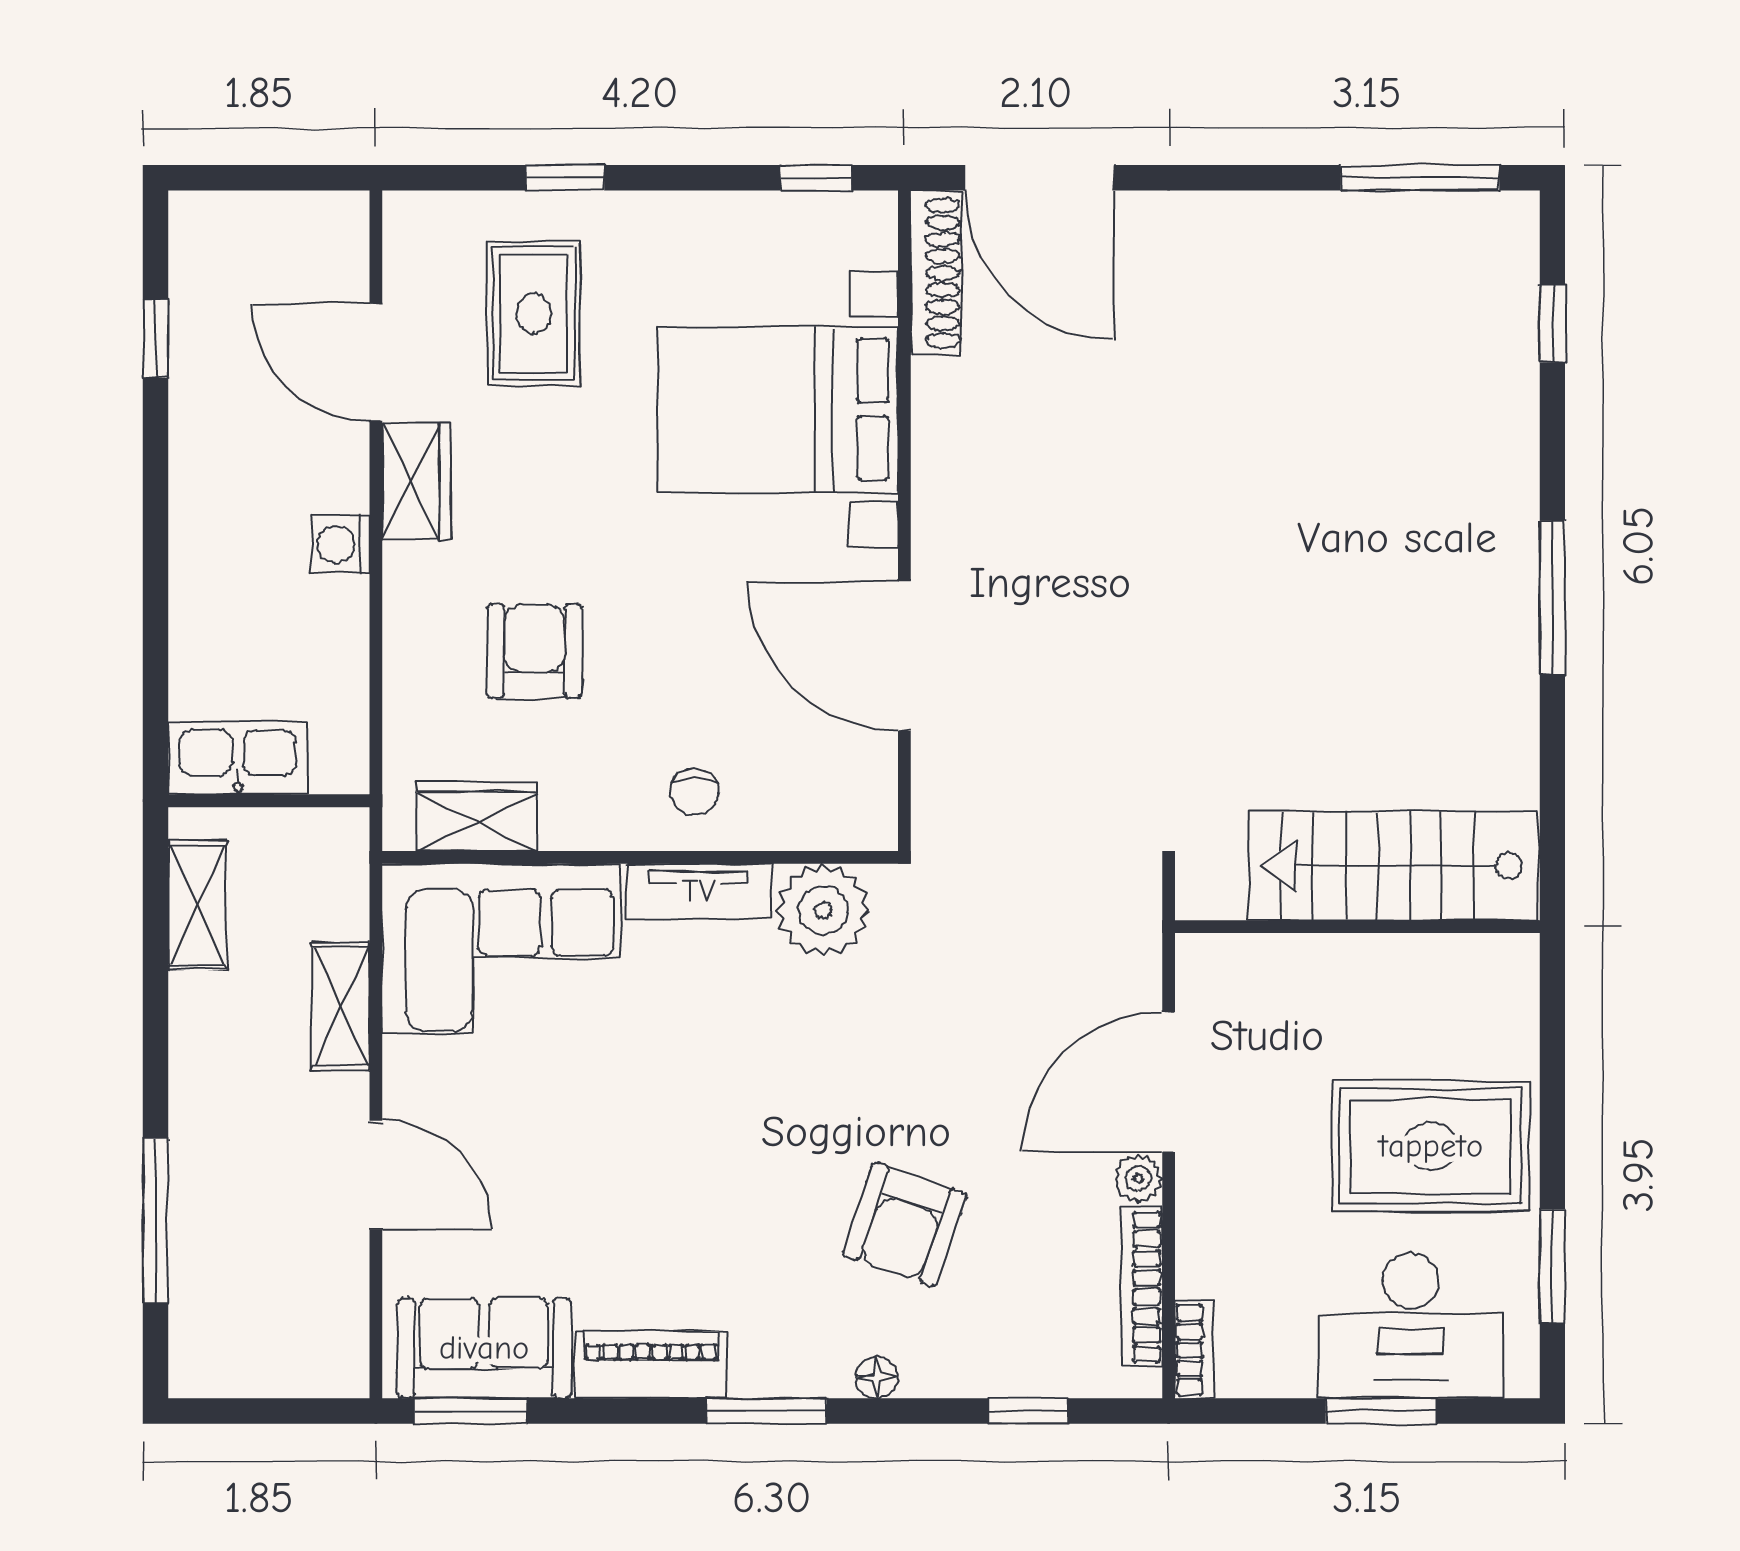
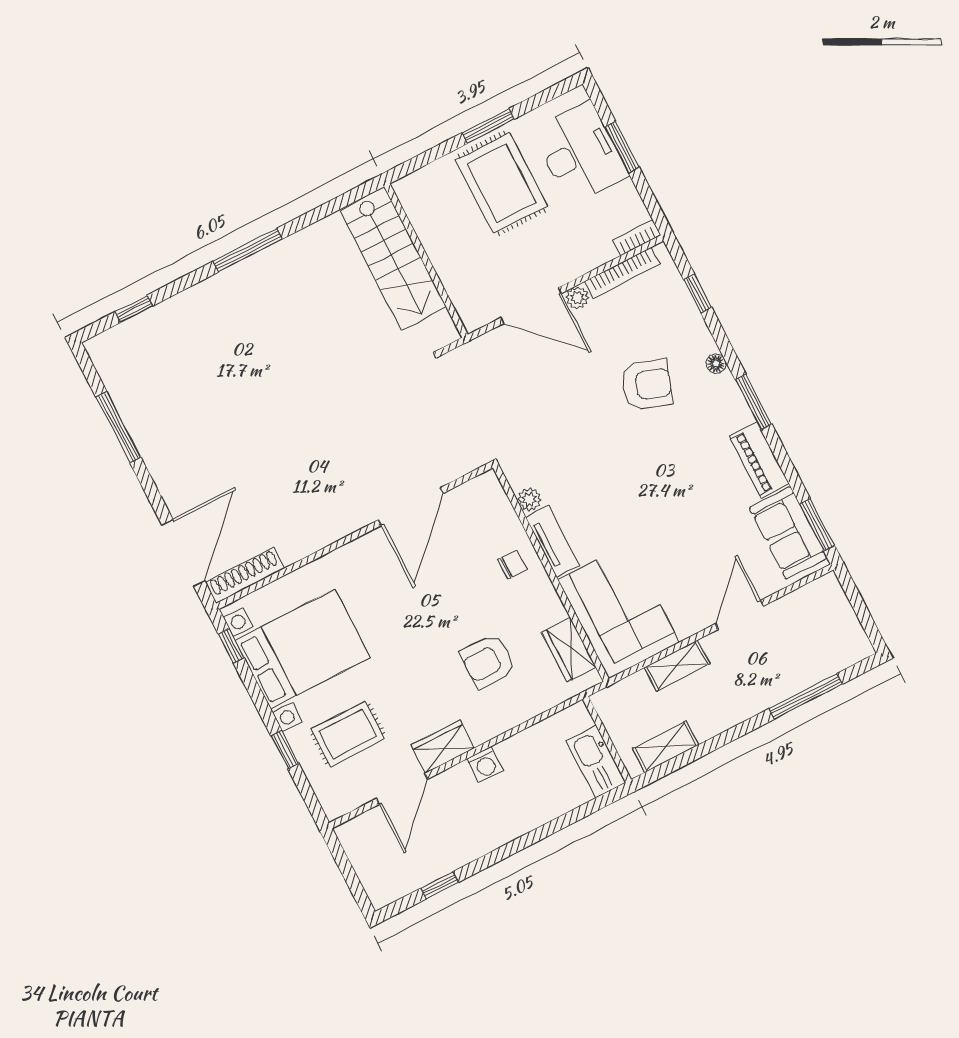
window: (1420, 178) -> (118, 427), moved
bed with nightstands: (778, 409) -> (303, 649), moved, turned -90
plant: (823, 910) -> (529, 500), width x0.53, depth x0.53
window: (1552, 1266) -> (488, 126), moved

